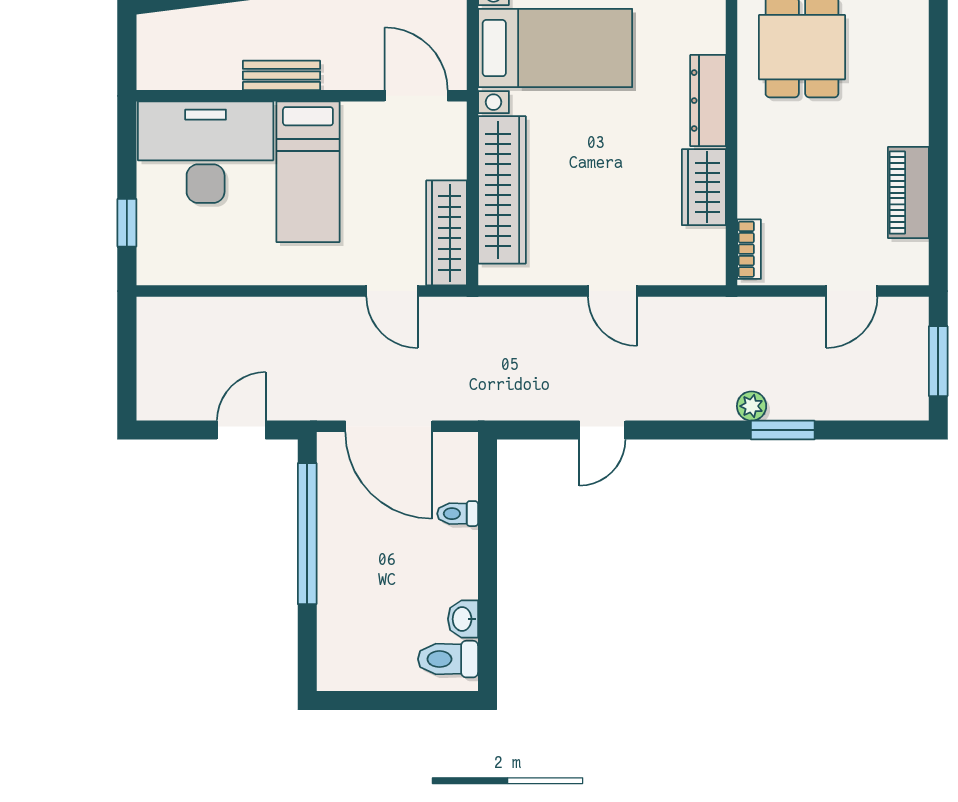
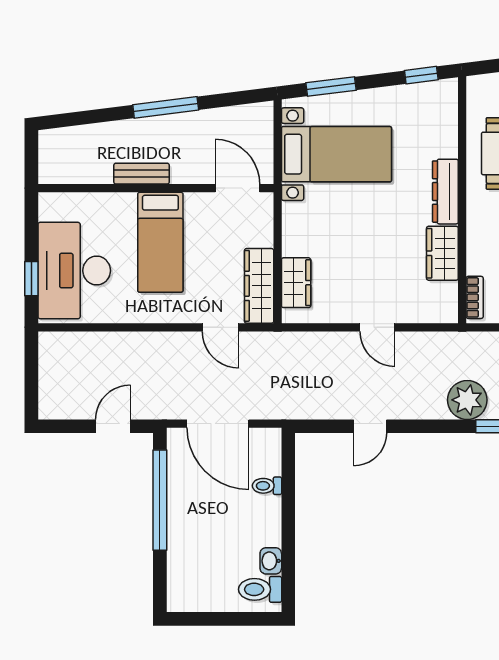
desk: (206, 152) -> (74, 271), moved, turned -90
wardrobe: (502, 190) -> (296, 283), width x0.48, depth x0.85
plant: (752, 406) -> (467, 400), width x1.87, depth x1.87

